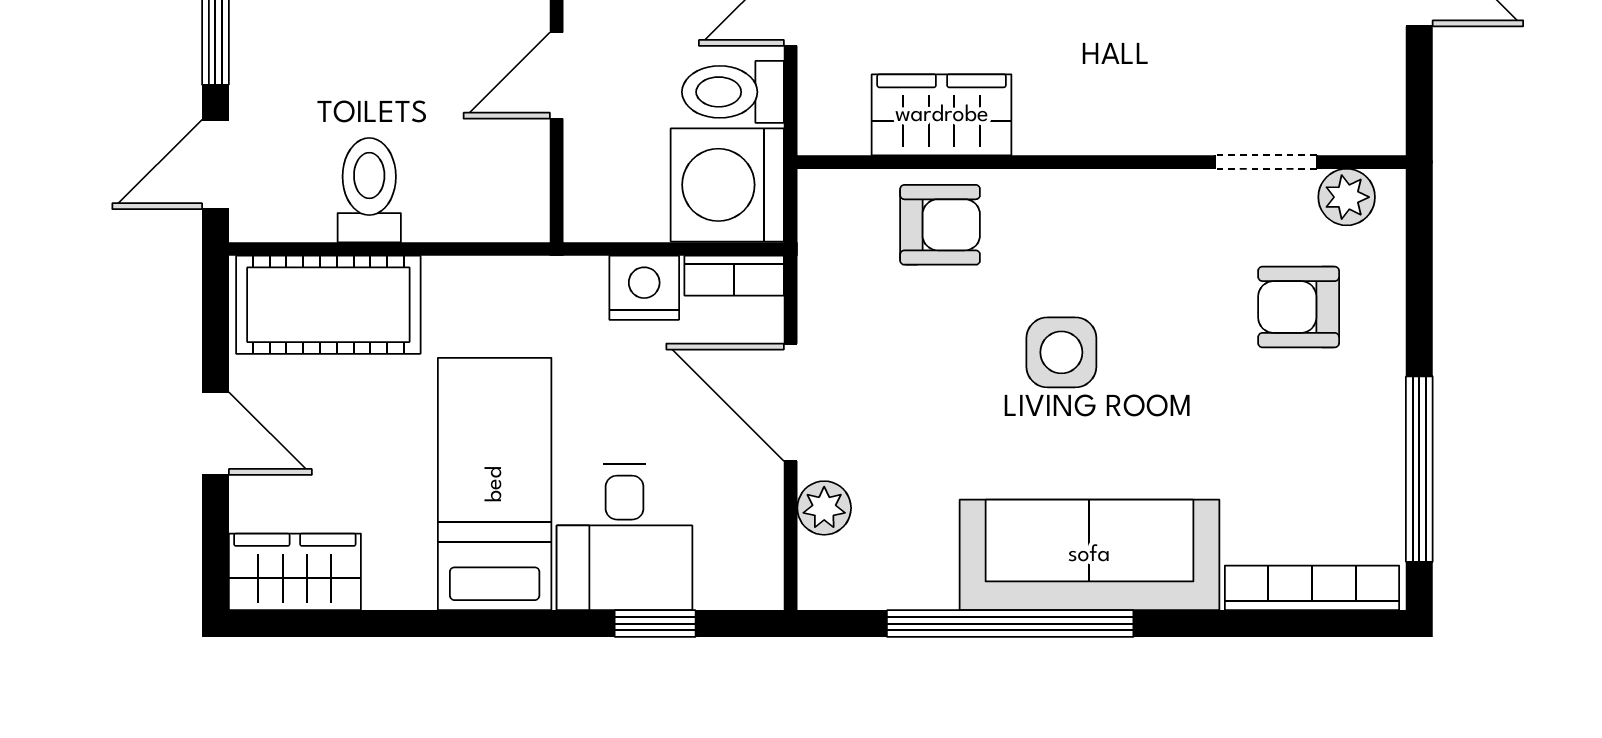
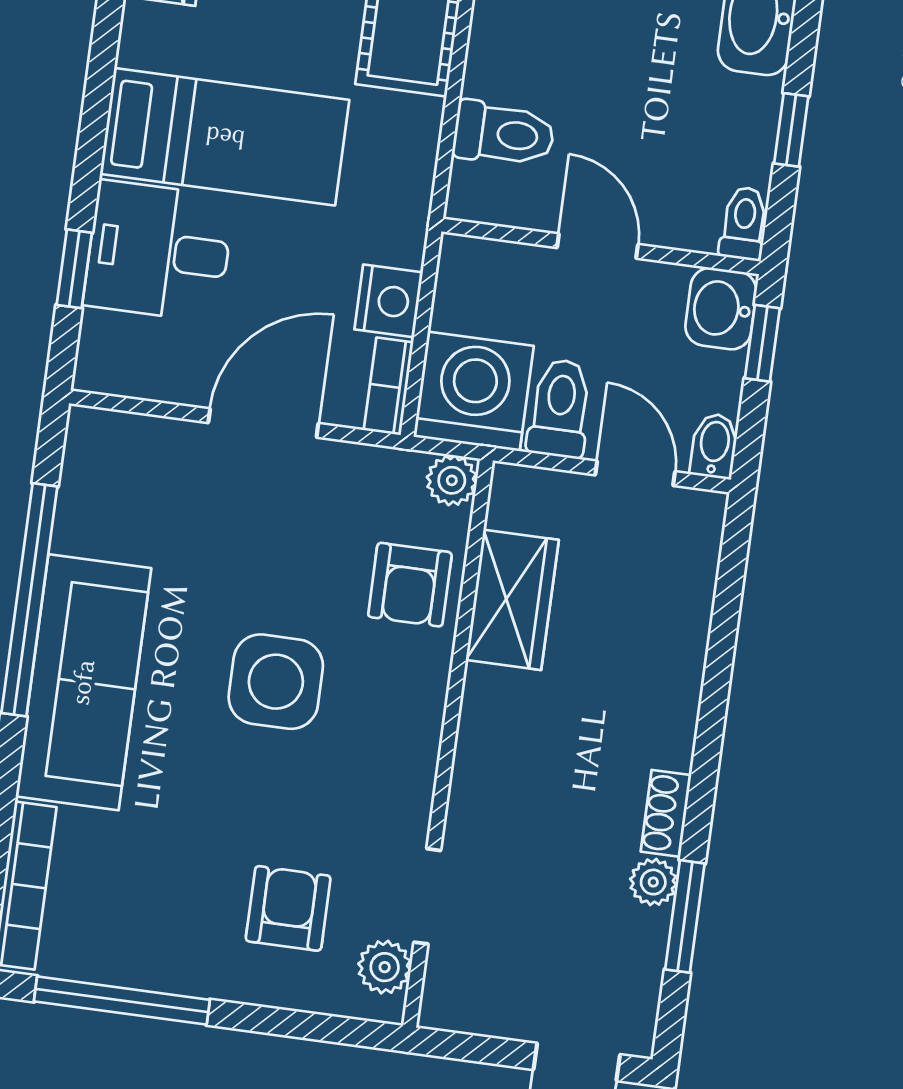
toilet: (369, 190) -> (504, 134), moved
side table: (1061, 352) -> (276, 682), width x1.37, depth x1.37
plant: (824, 508) -> (452, 480), moved

